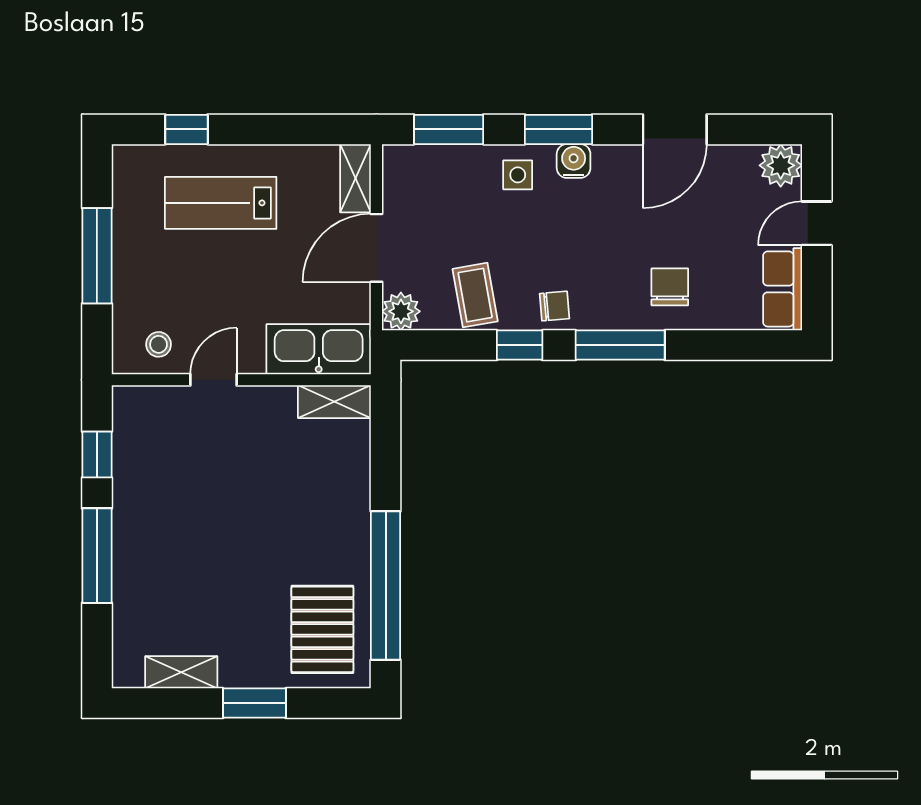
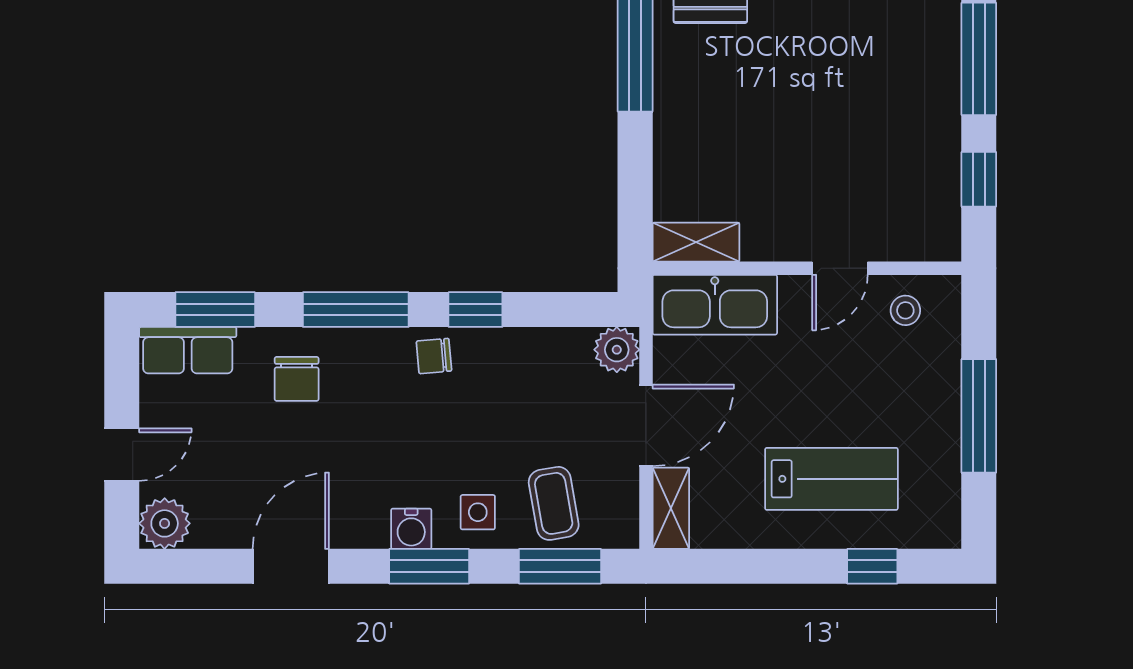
row of seats: (783, 289) -> (188, 350), moved, turned 90
coffee table: (475, 295) -> (554, 503), moved
window: (738, 345) -> (215, 310), added

